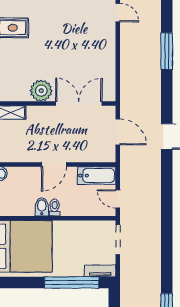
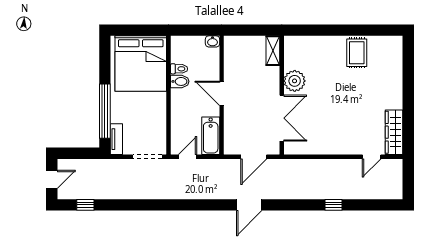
window: (167, 51) -> (333, 205), width x0.46
toilet: (55, 208) -> (179, 69), moved

